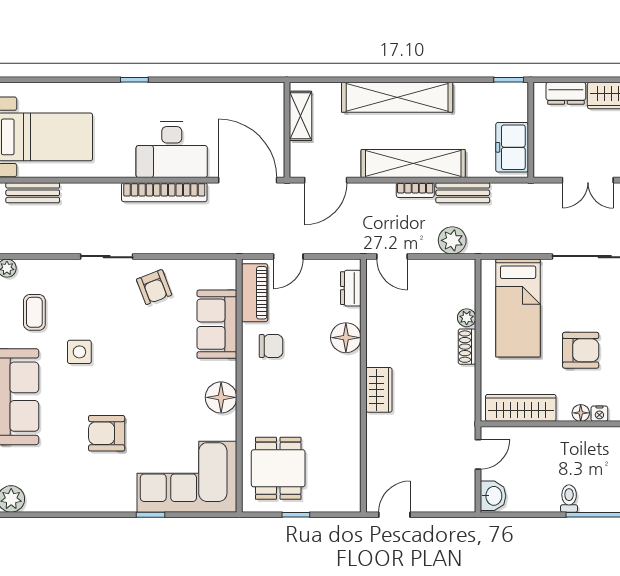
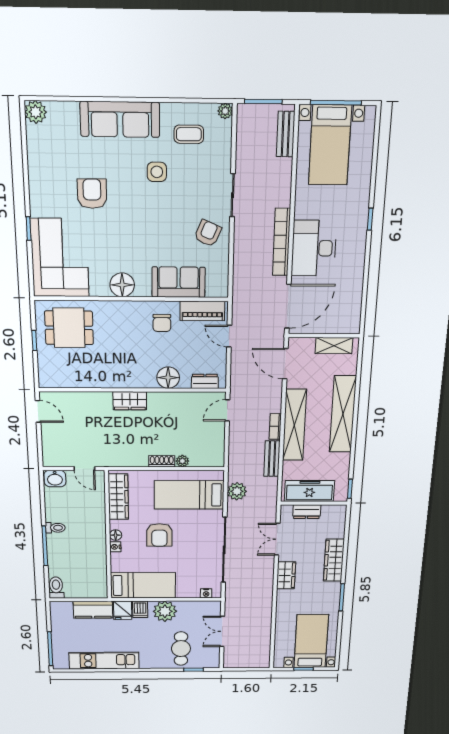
dresser: (566, 93) -> (307, 512), moved, turned -90
freezer: (512, 147) -> (309, 491), width x1.40
plant: (452, 240) -> (237, 491), moved
armchair: (154, 287) -> (208, 233), turned 134

